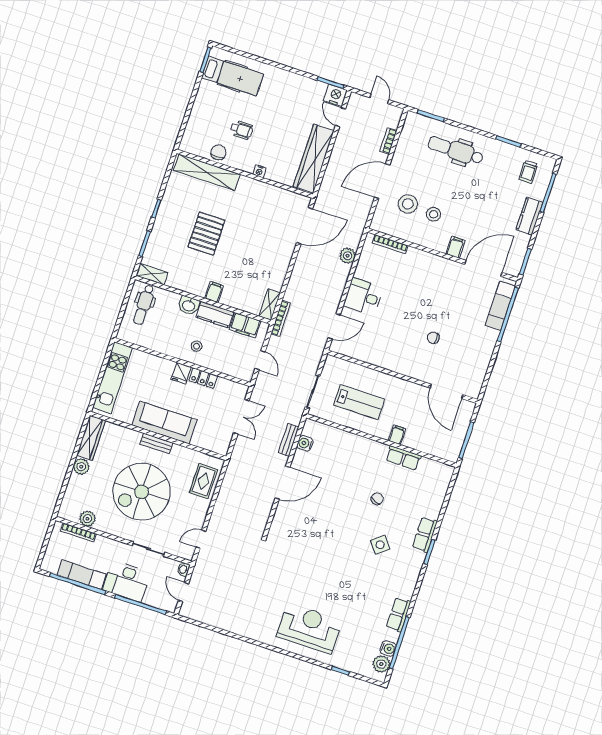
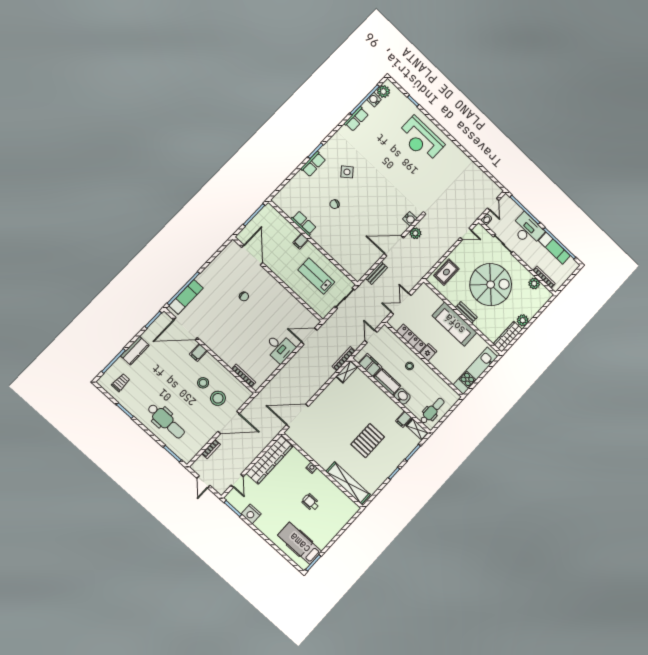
nightstand: (335, 95) -> (251, 514), moved
chair: (218, 152) -> (334, 494), removed
plant: (347, 256) -> (415, 233), moved
filing cabinet: (214, 292) -> (404, 419), moved
locker: (203, 378) -> (411, 338), width x1.53
water cooler: (305, 443) -> (410, 219), moved

